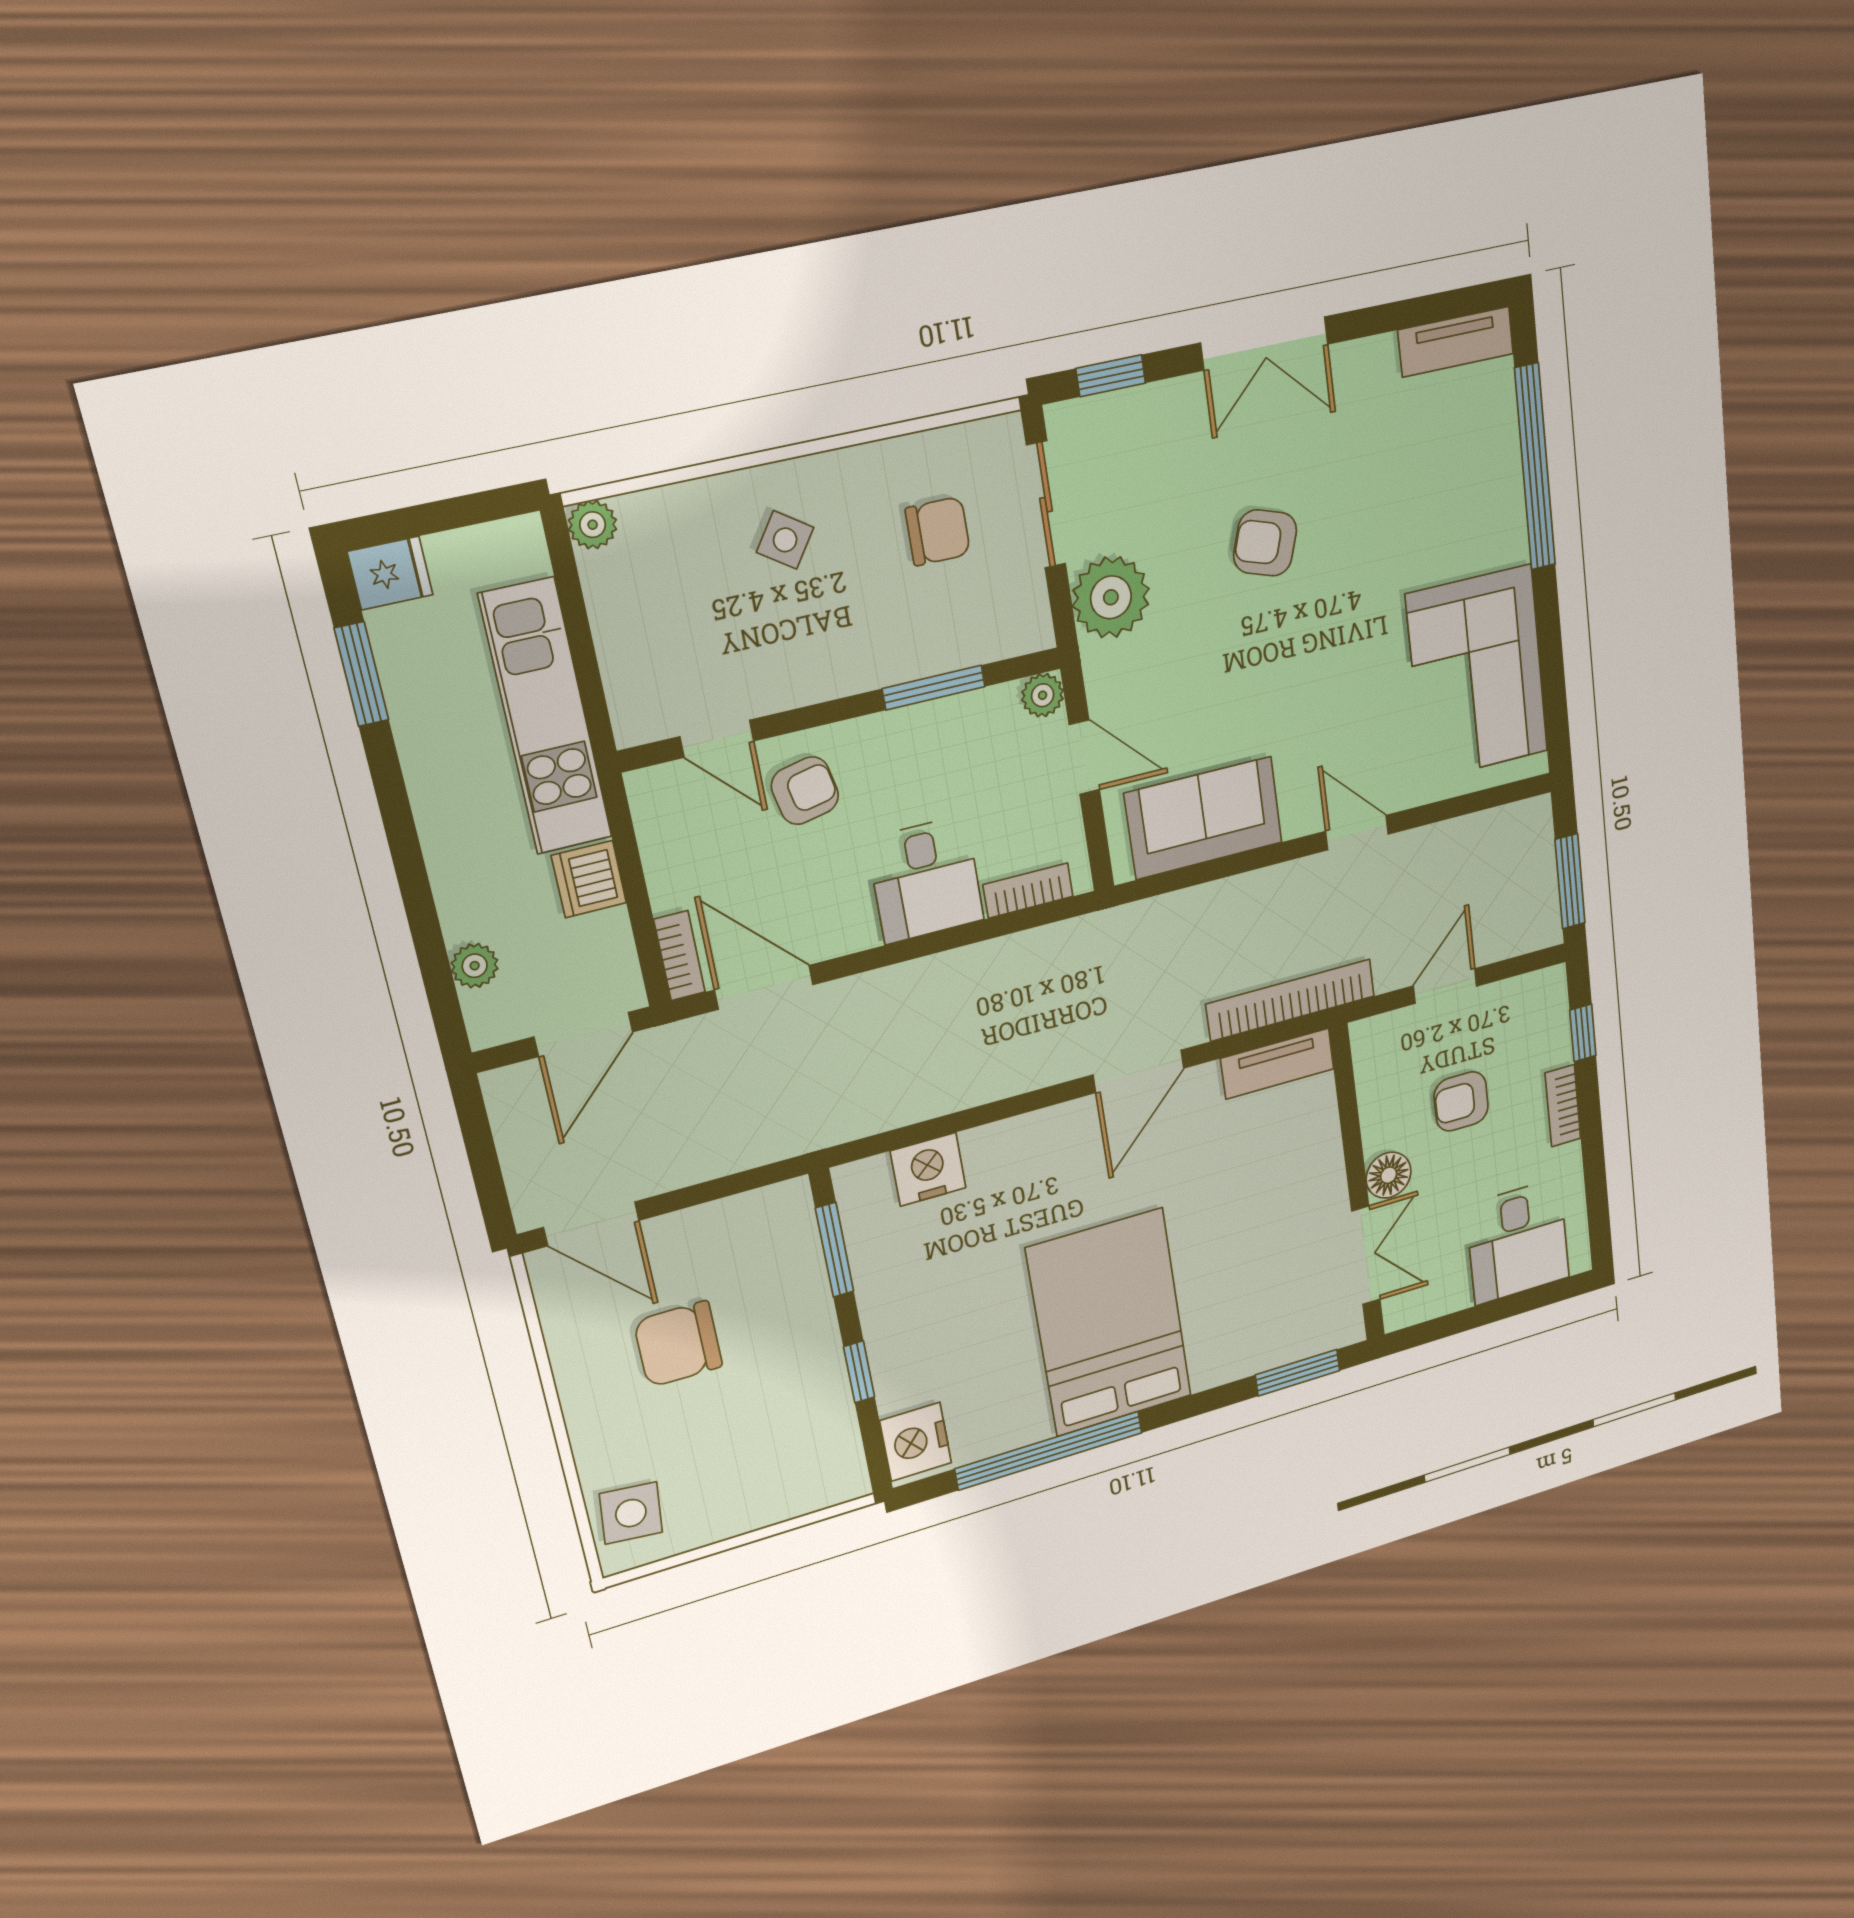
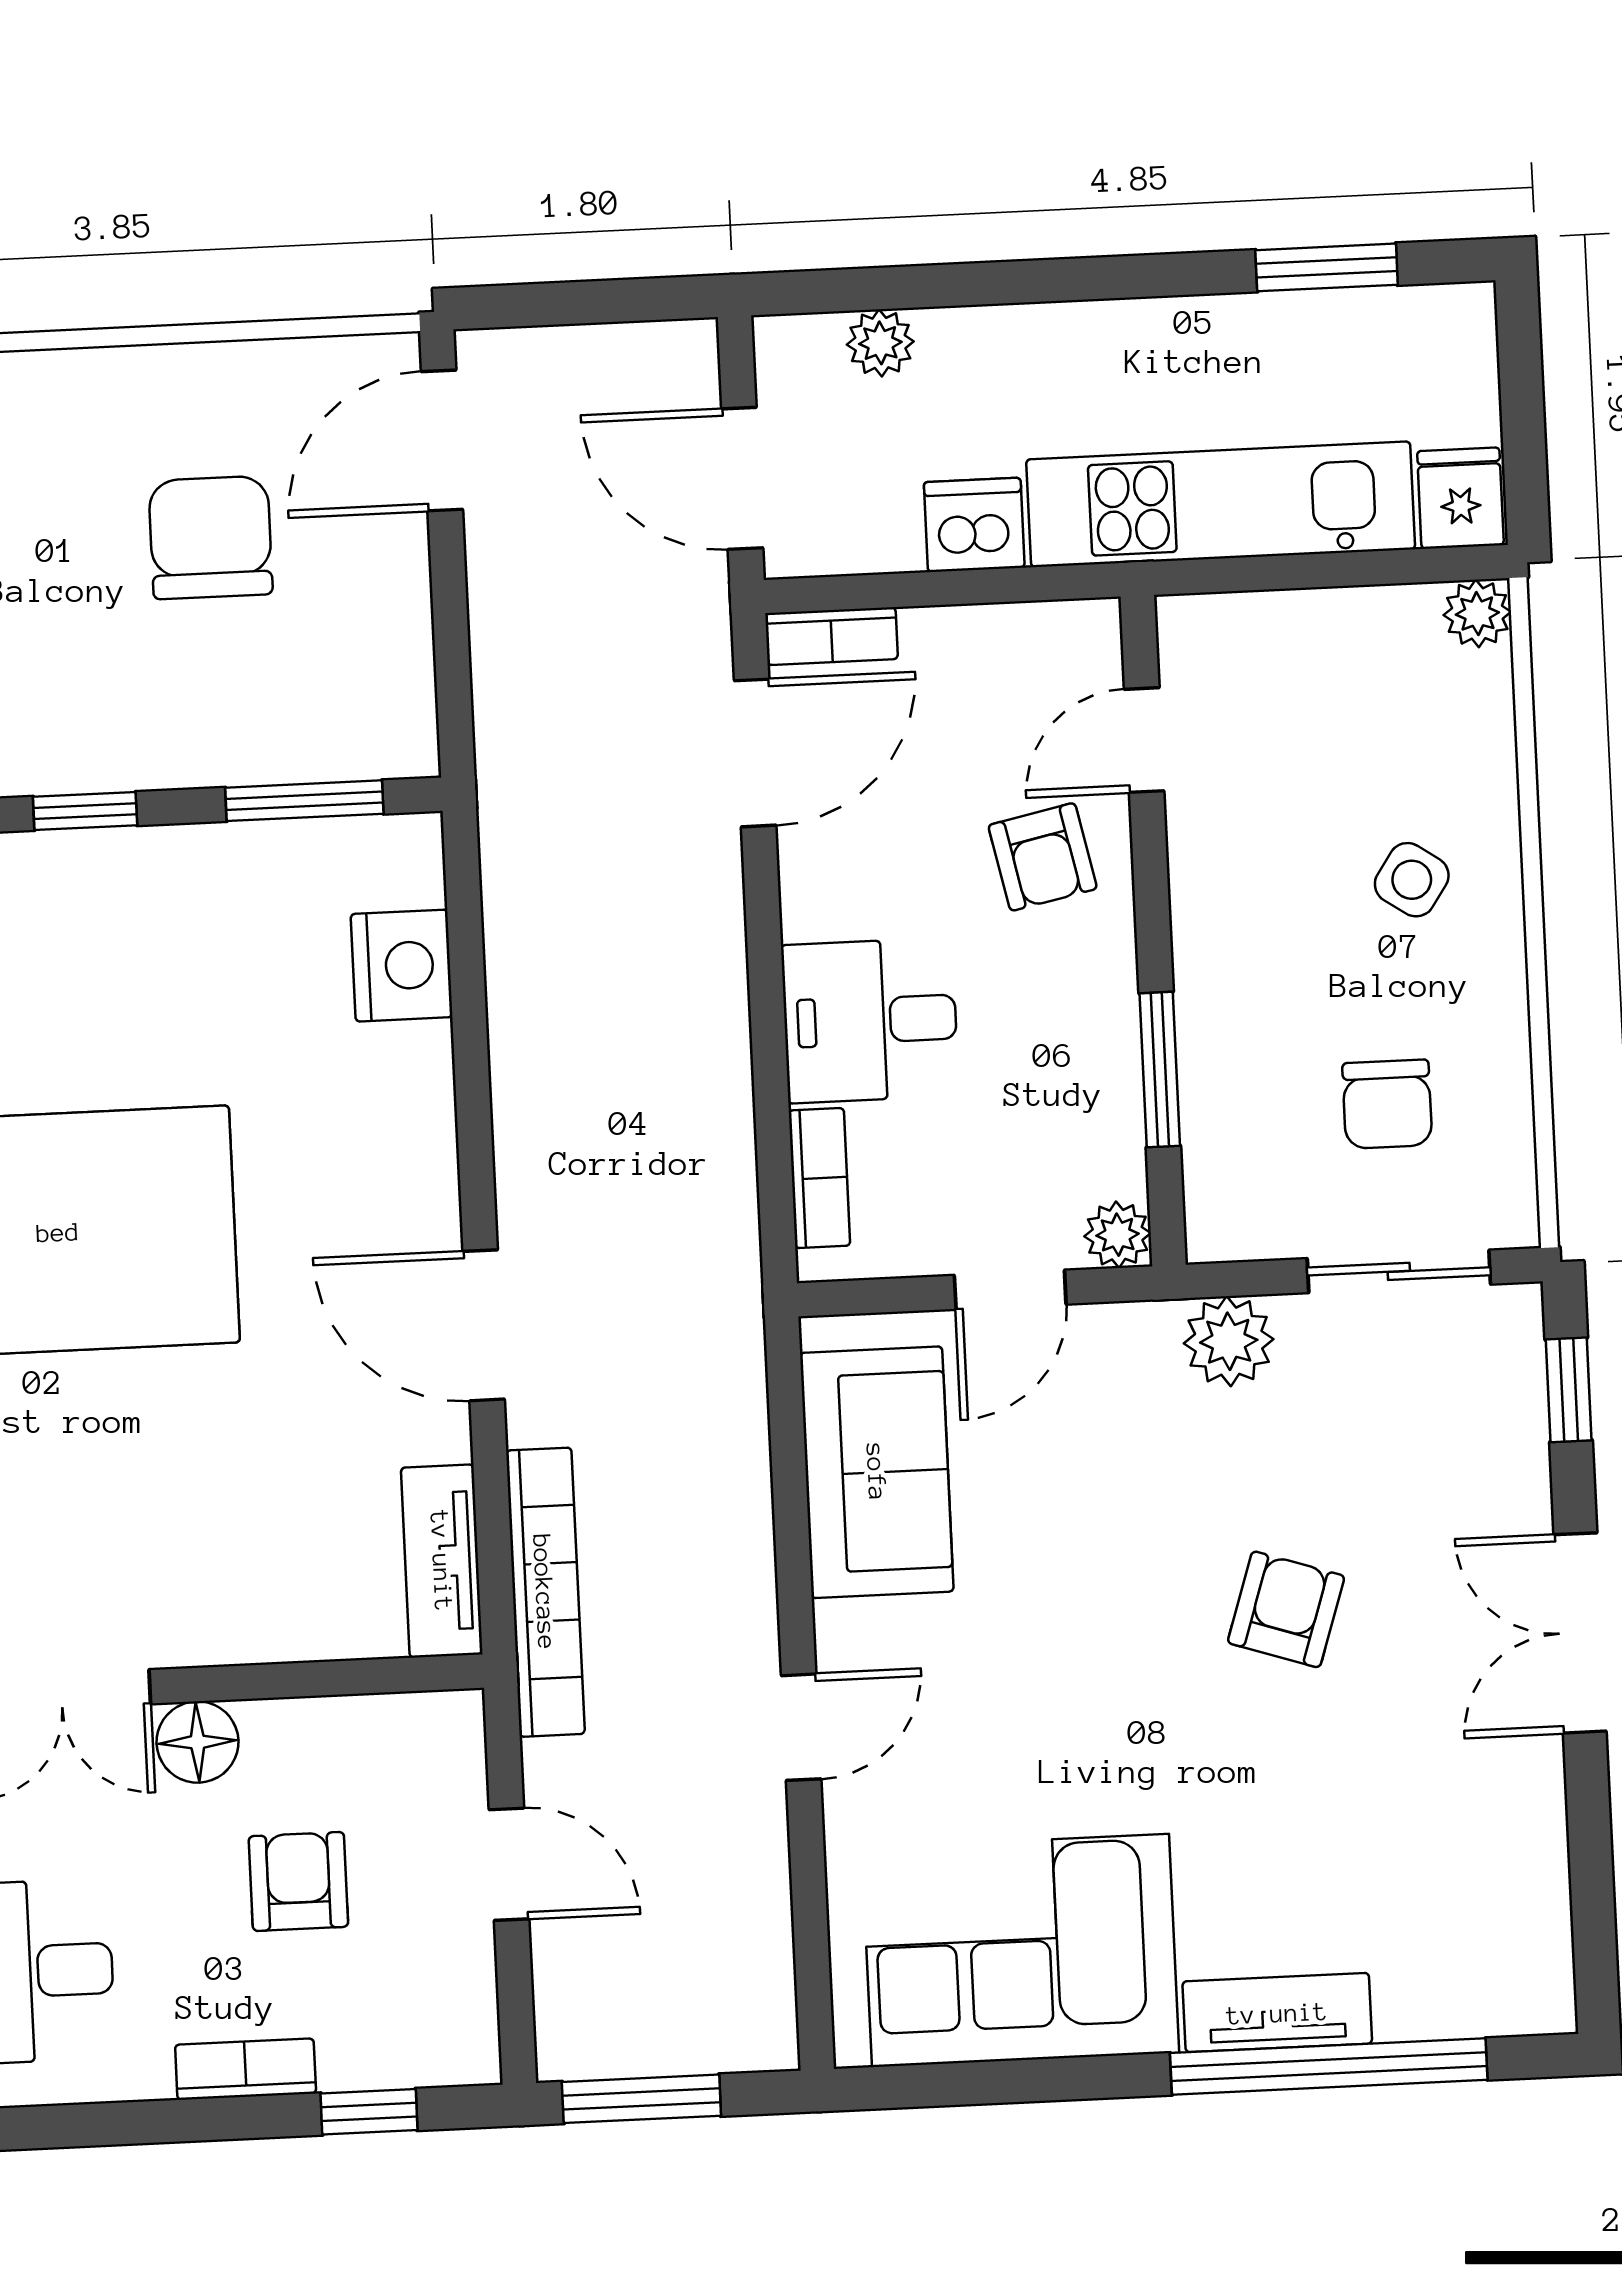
tv unit: (1456, 342) -> (1277, 2013), moved, turned 90
fridge: (390, 573) -> (1460, 498), moved, turned 180
plant: (1111, 597) -> (1229, 1341), width x0.73, depth x0.73

